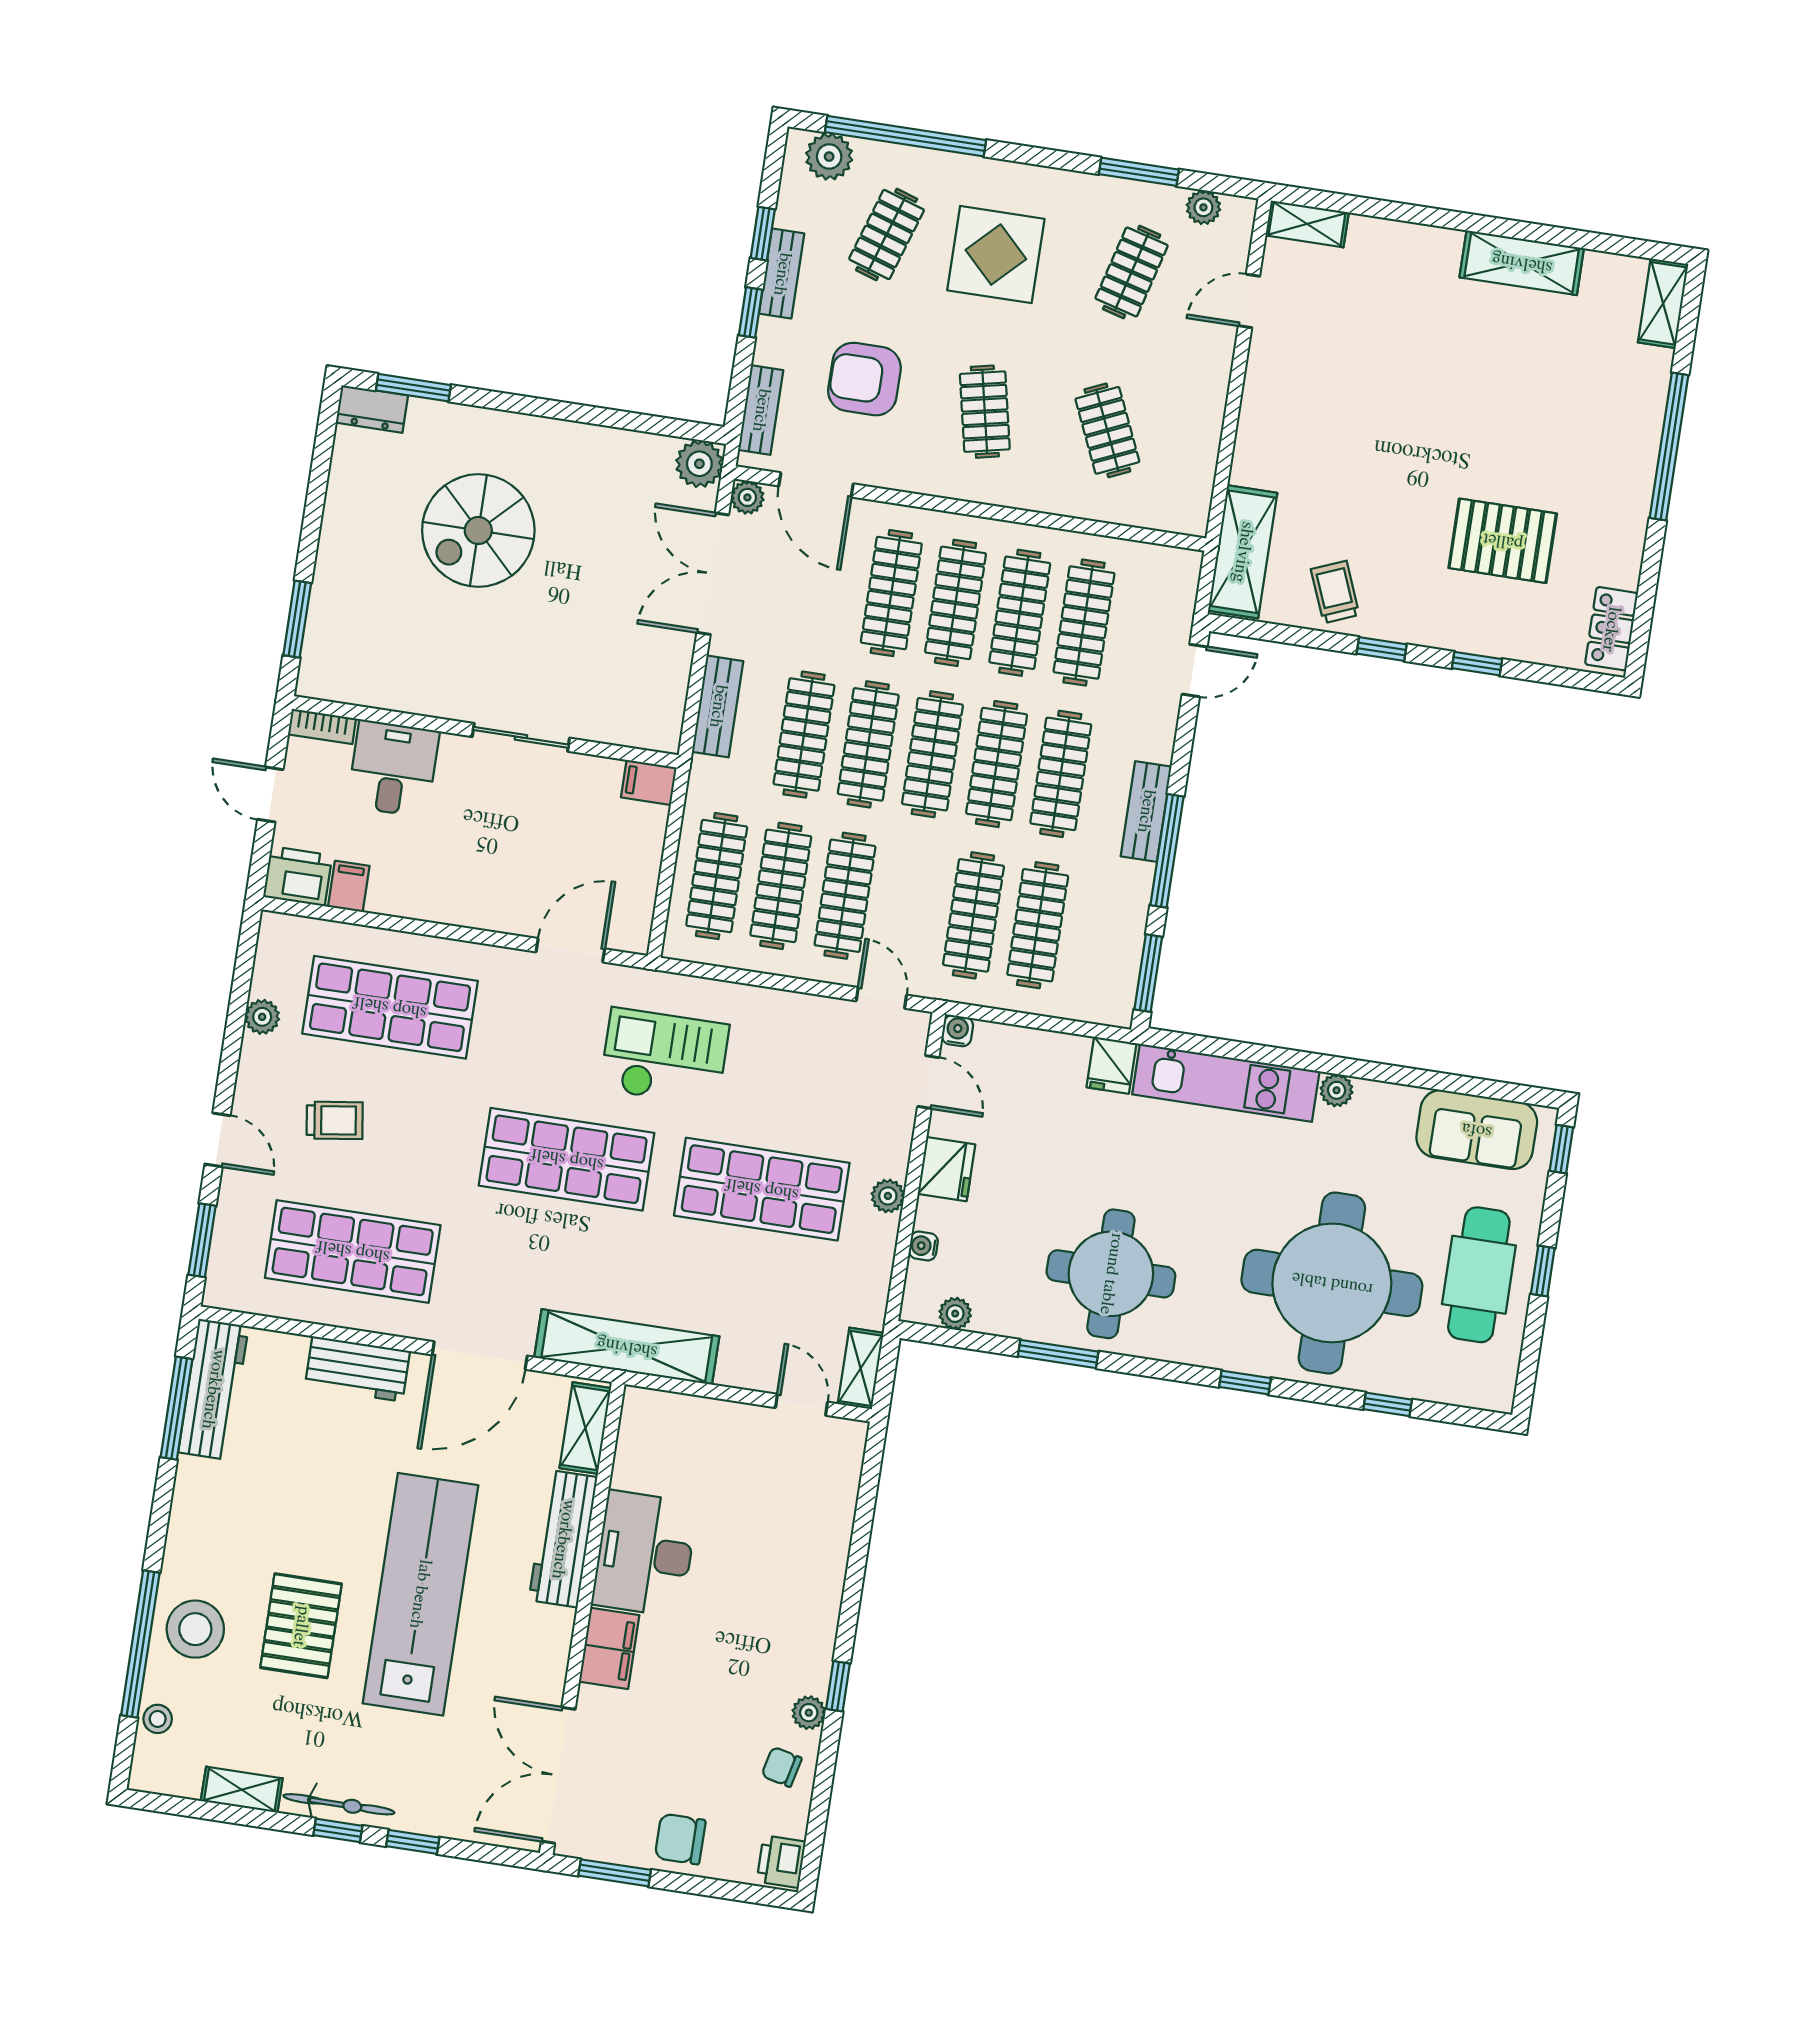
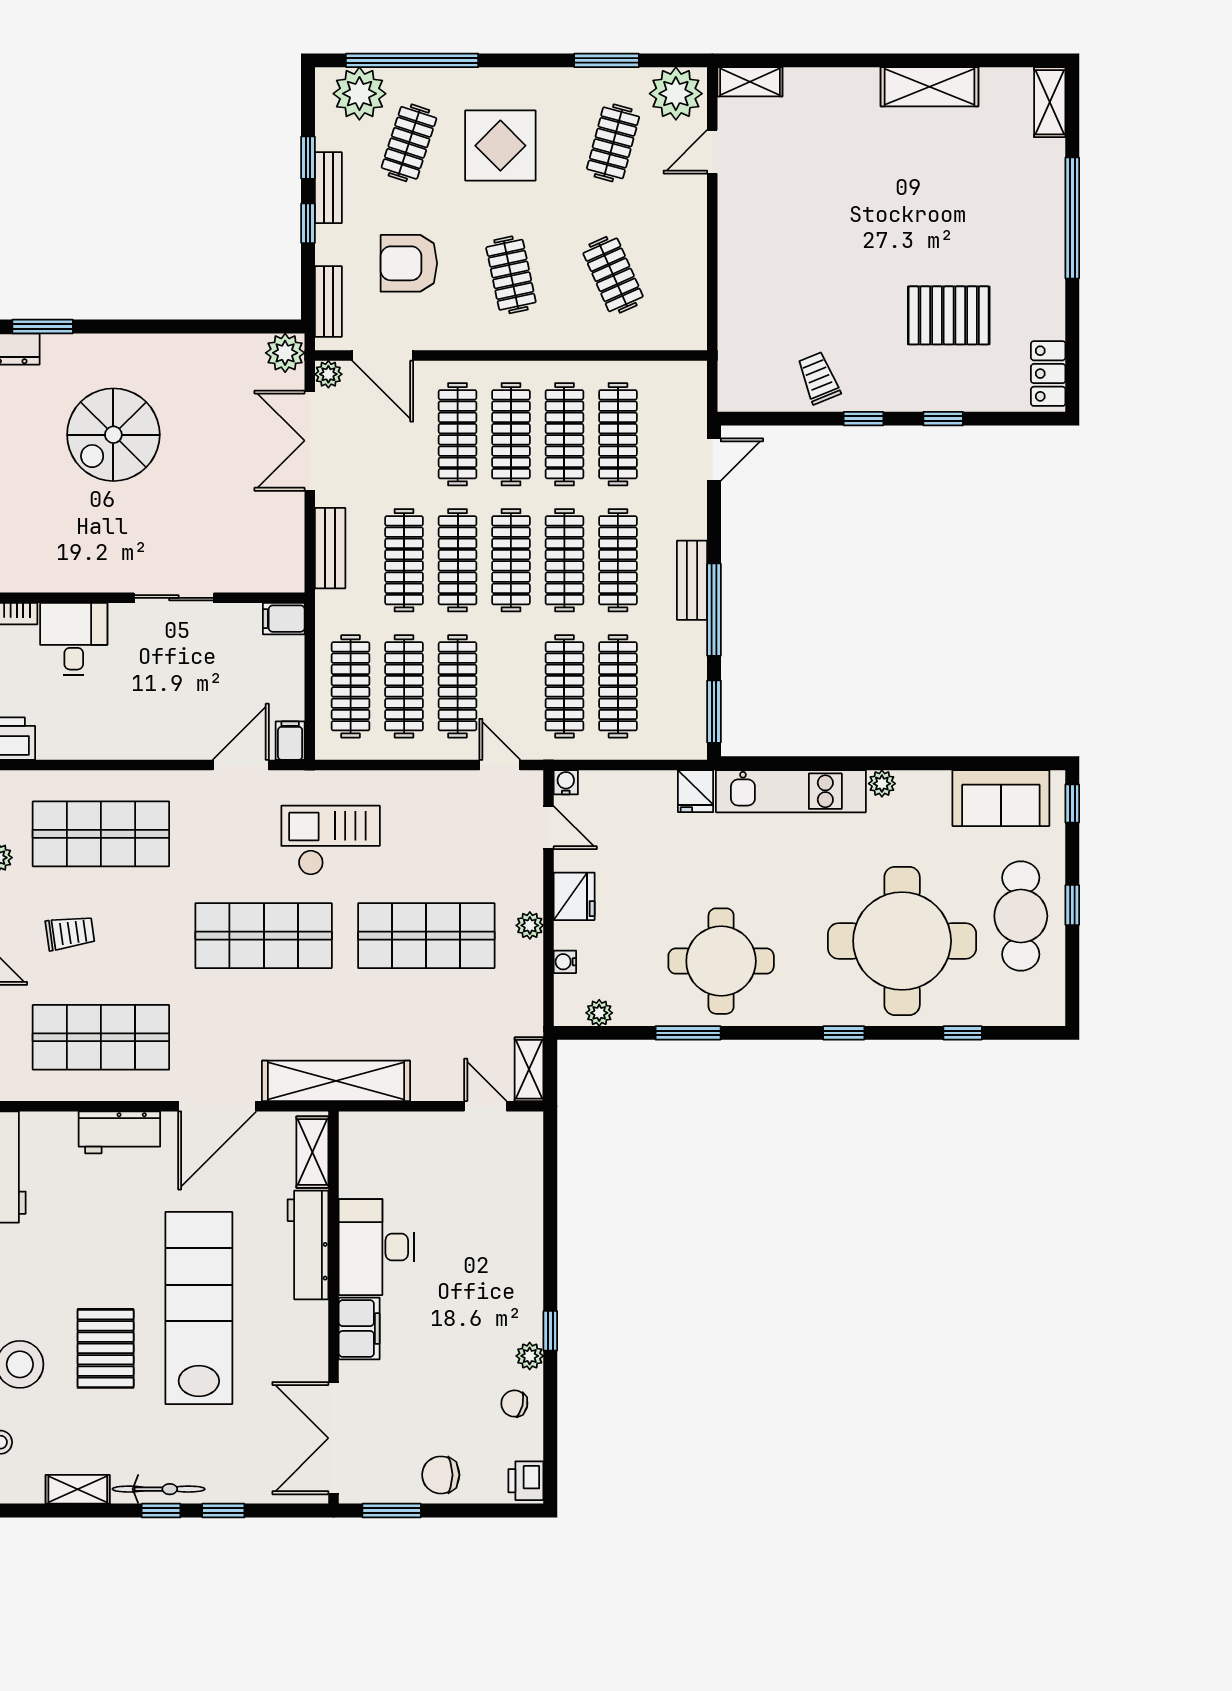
plant: (829, 157) -> (359, 94), width x1.36, depth x1.36
plant: (1203, 207) -> (676, 94), width x1.88, depth x1.88
shelving: (1243, 552) -> (738, 357), removed
filing cabinet: (349, 886) -> (290, 741), moved

